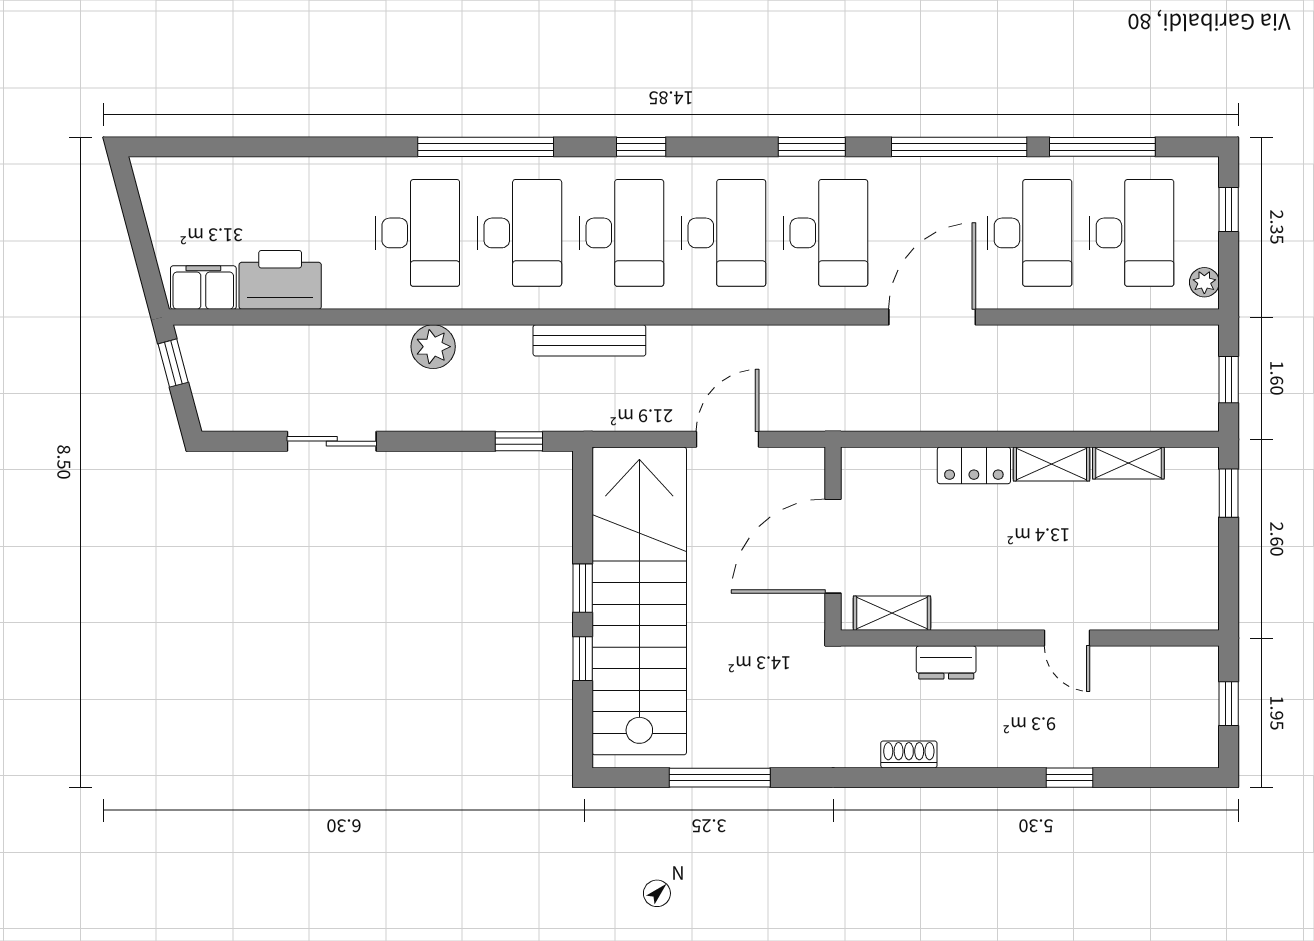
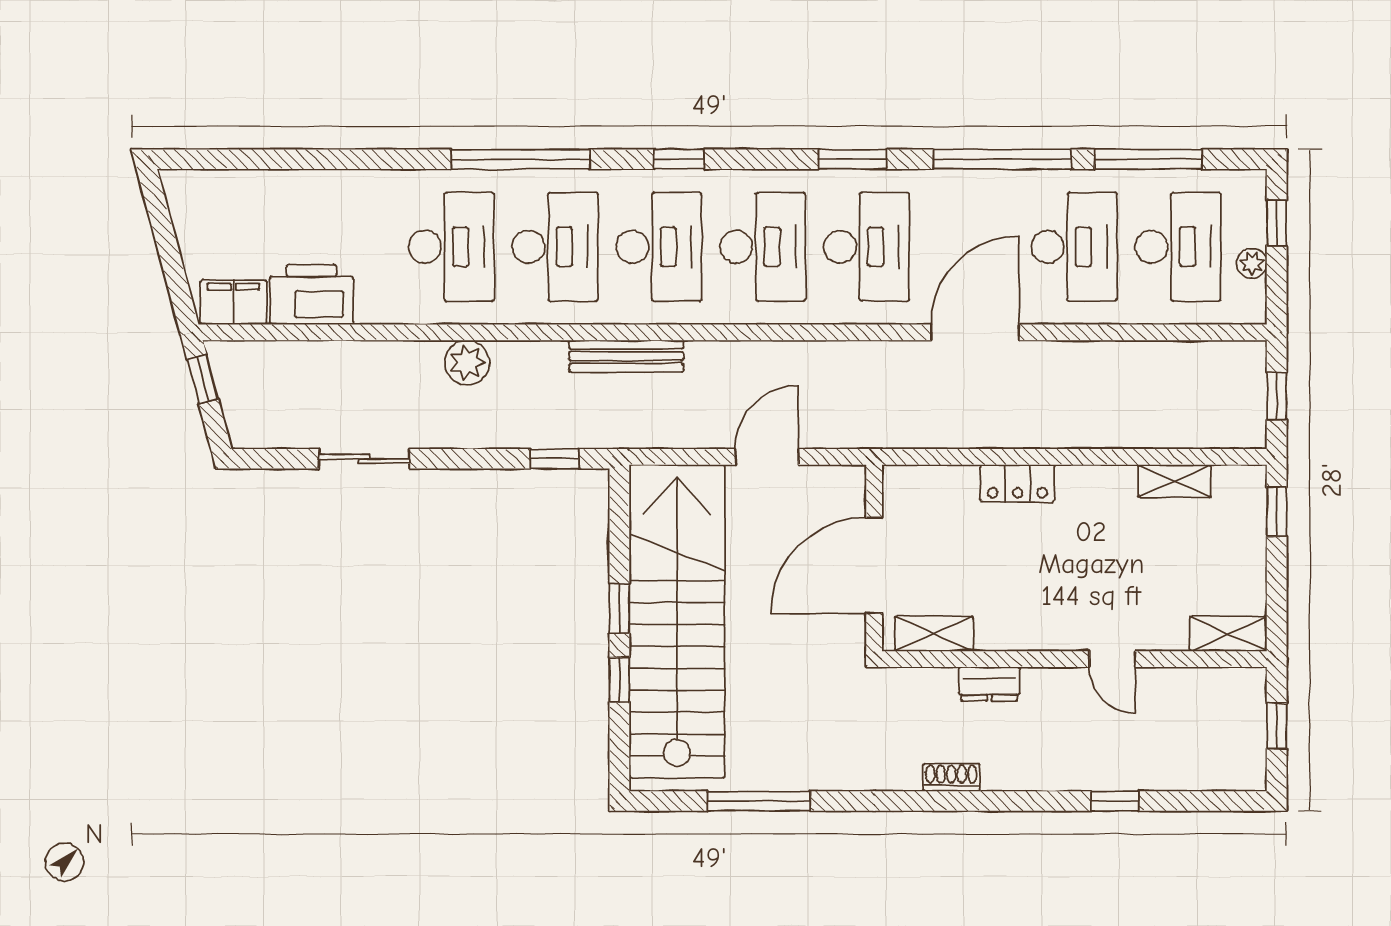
plant: (1204, 282) -> (1252, 263), moved
shelving: (1052, 464) -> (1228, 634), moved

